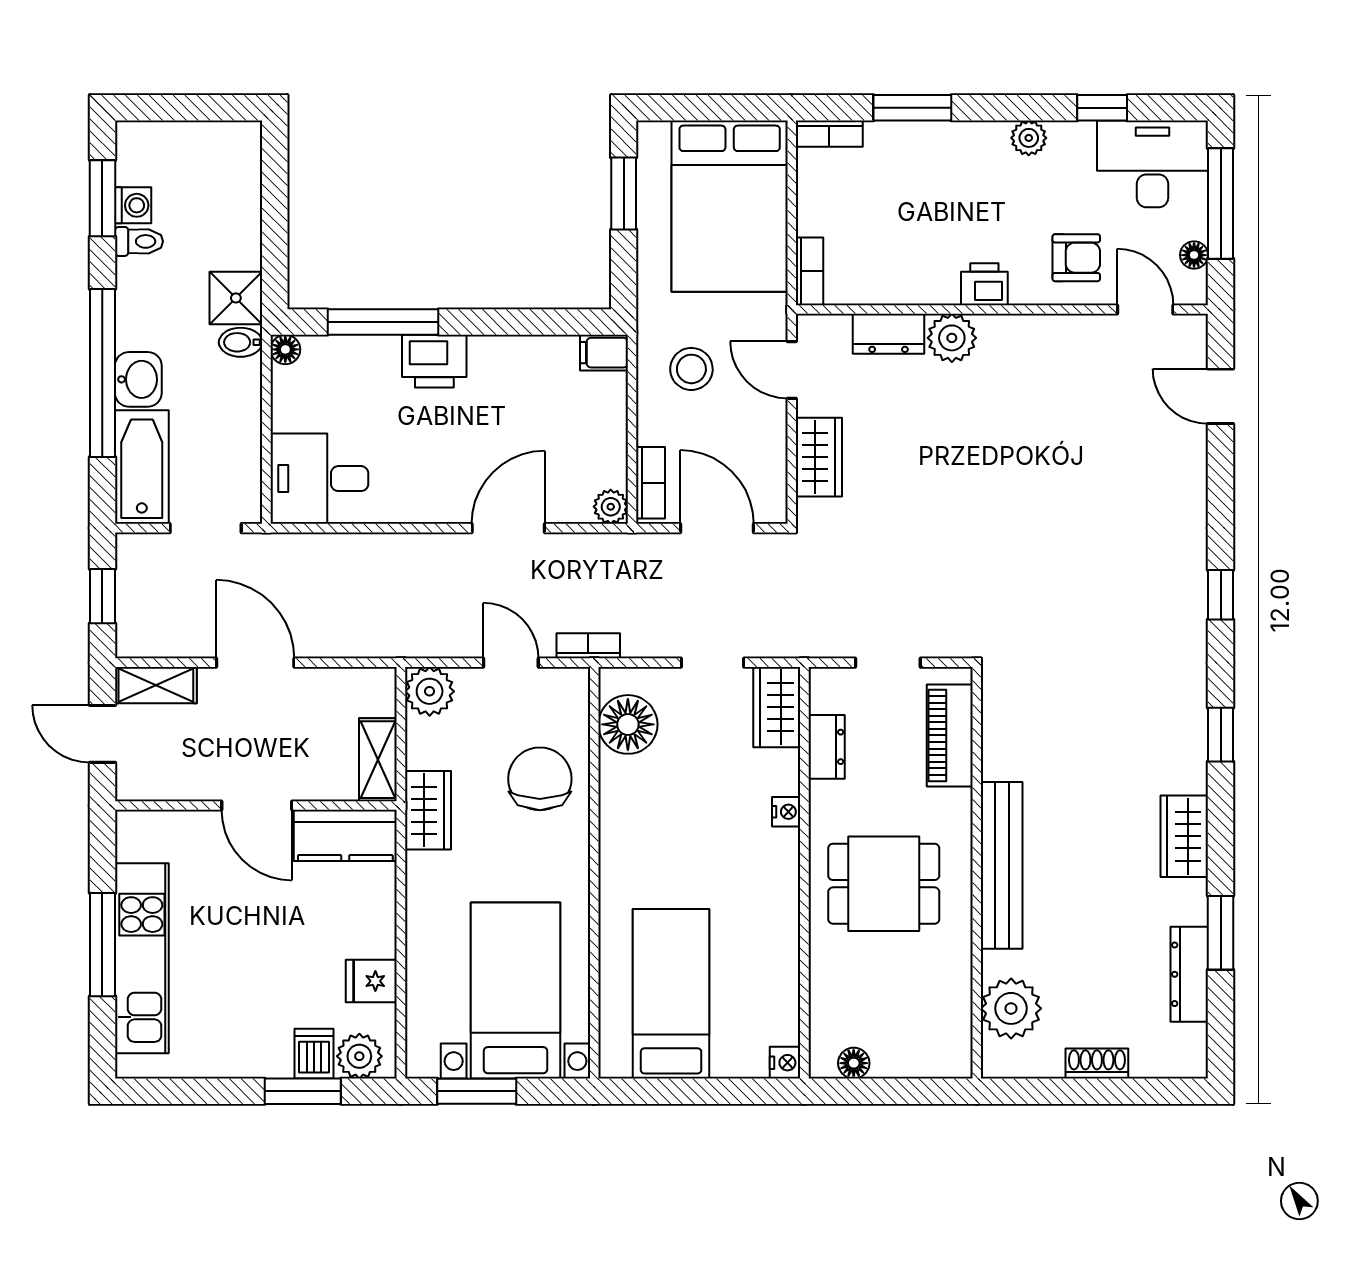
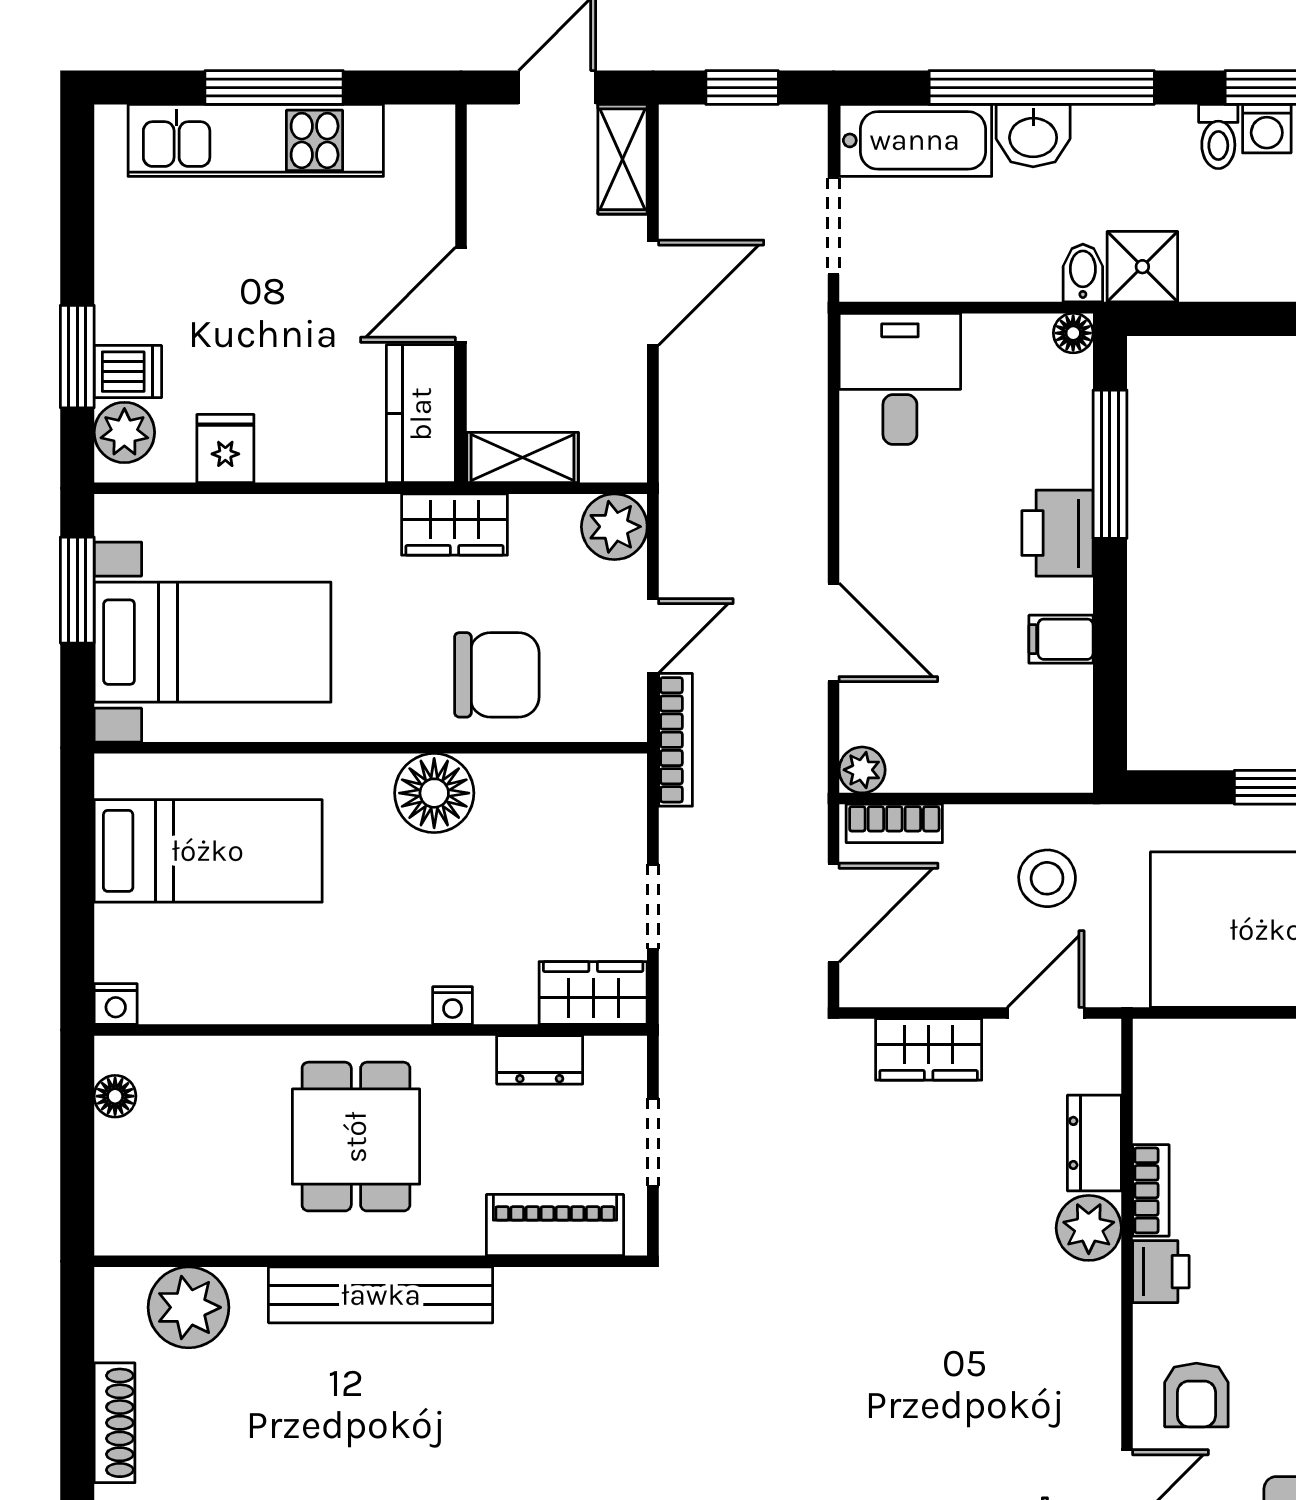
bookcase: (810, 271) -> (1151, 1190), moved, turned -90
filing cabinet: (604, 353) -> (1061, 639), moved, turned -90
bookcase: (588, 646) -> (676, 740), width x1.56
floor lamp: (628, 724) -> (434, 793), moved
shoe rack: (1097, 1064) -> (115, 1423), width x1.43

